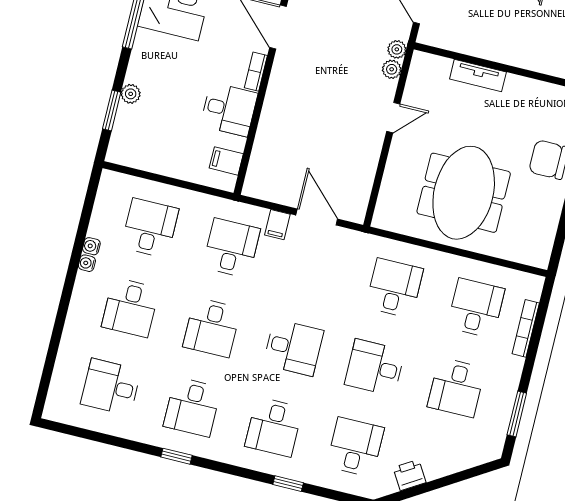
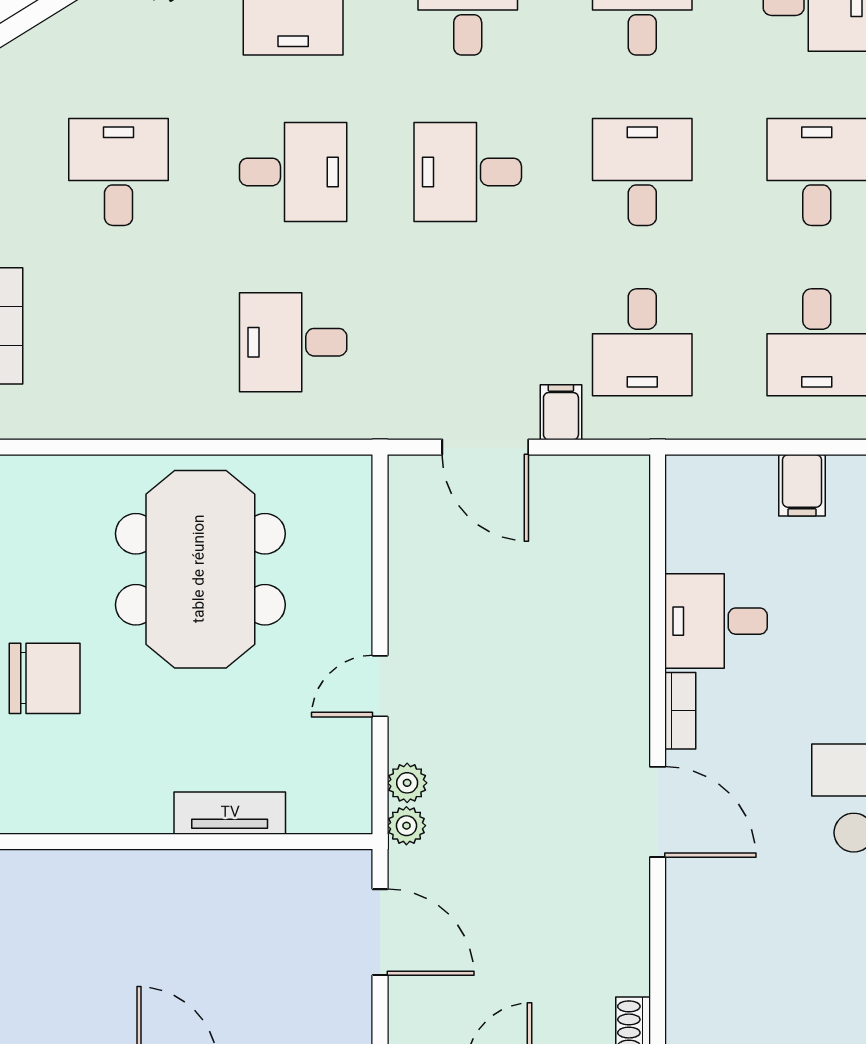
filing cabinet: (226, 161) -> (802, 485), moved, turned 90
desk: (394, 288) -> (293, 342), turned 90
desk: (476, 308) -> (119, 342), removed

